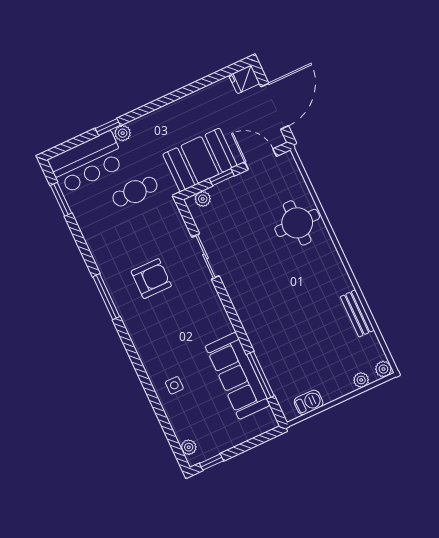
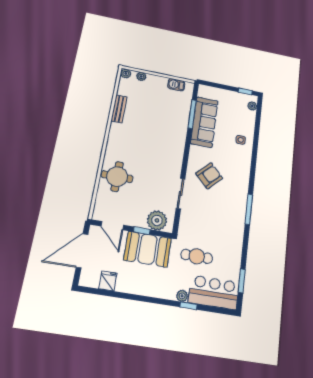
fridge: (244, 79) -> (108, 281), moved, turned -90
plant: (203, 199) -> (157, 220), width x1.87, depth x1.87
armchair: (151, 279) -> (209, 176), moved, turned 135

